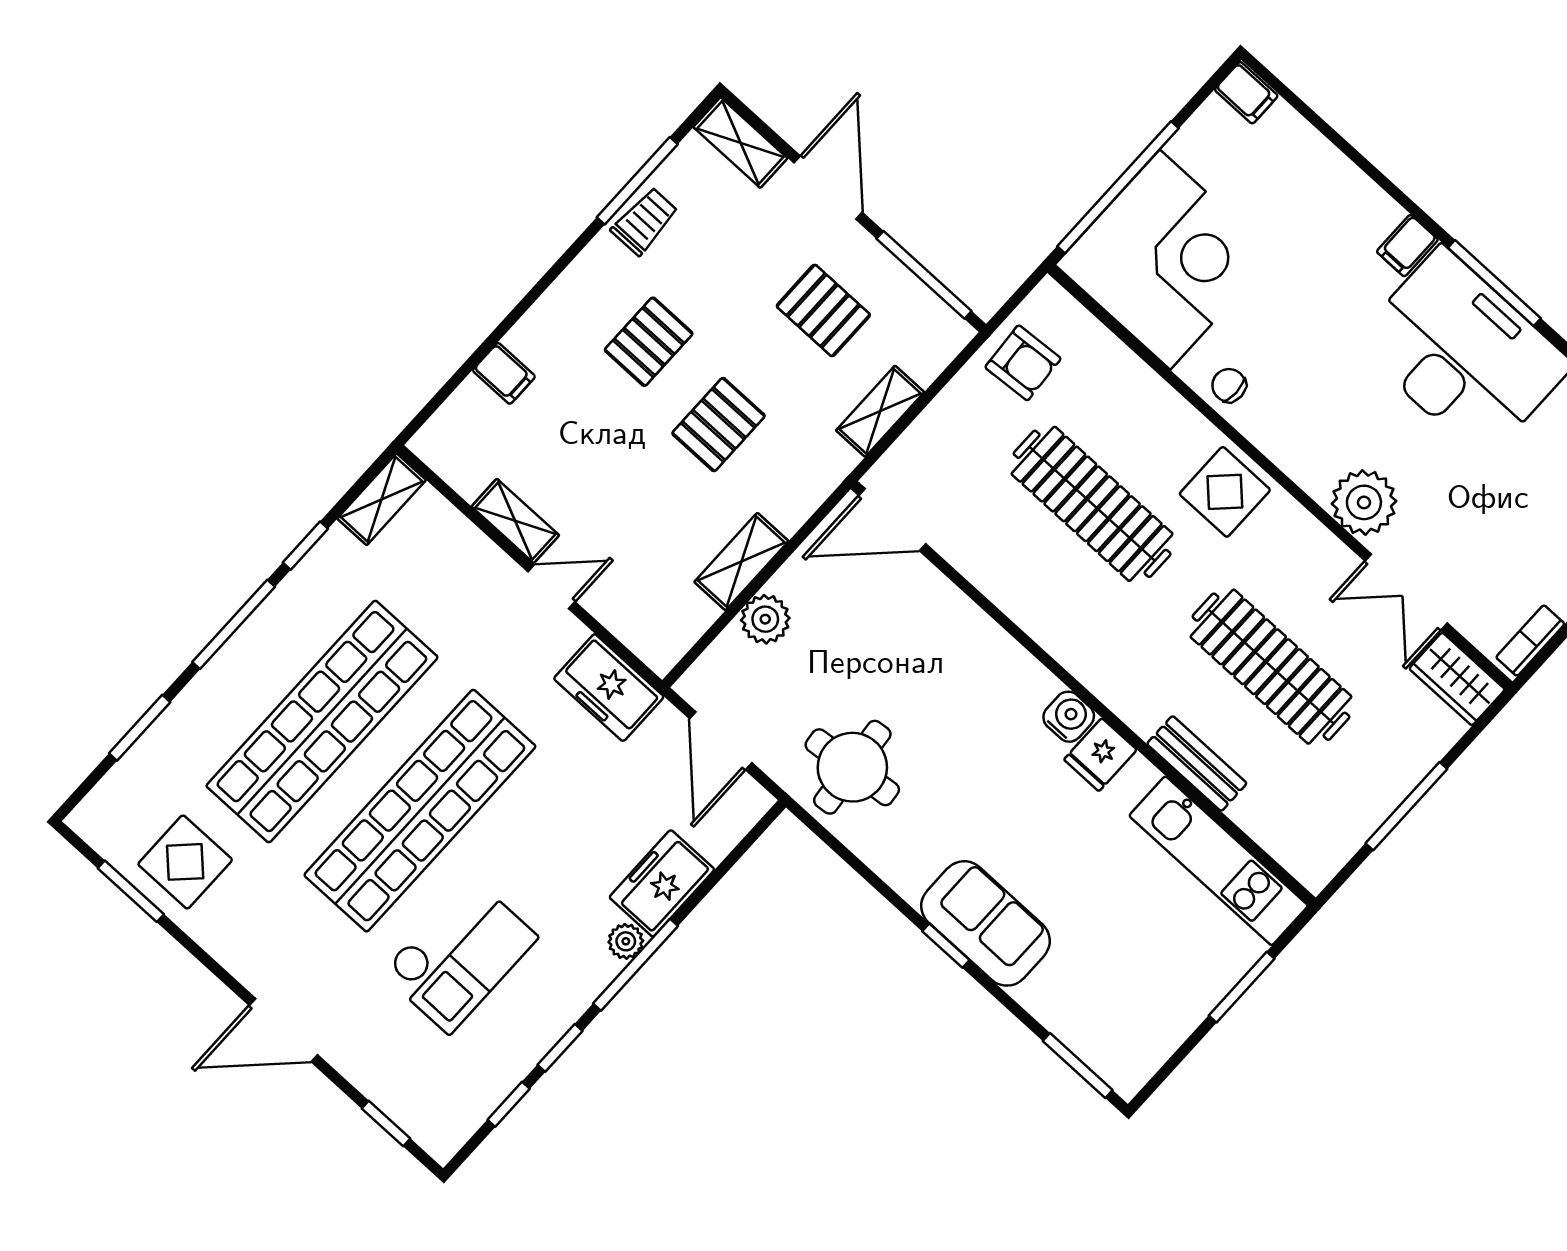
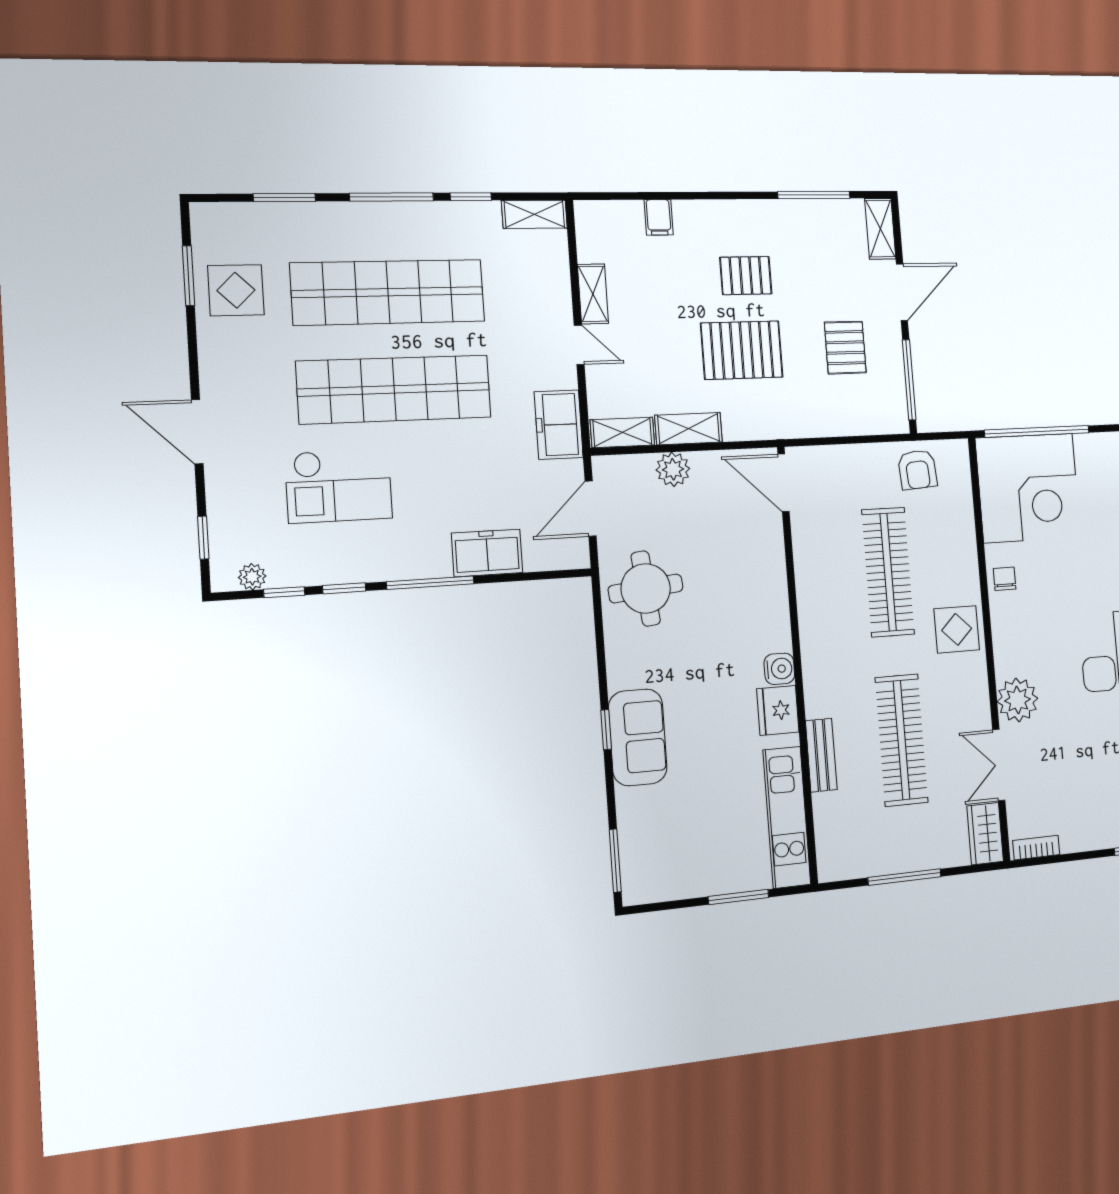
trolley: (645, 221) -> (799, 217), removed
shelving: (880, 411) -> (622, 432), moved
pallet: (719, 425) -> (742, 350), width x1.50, depth x1.42
fridge: (1100, 755) -> (778, 710), width x1.38
plant: (626, 941) -> (252, 577), moved

